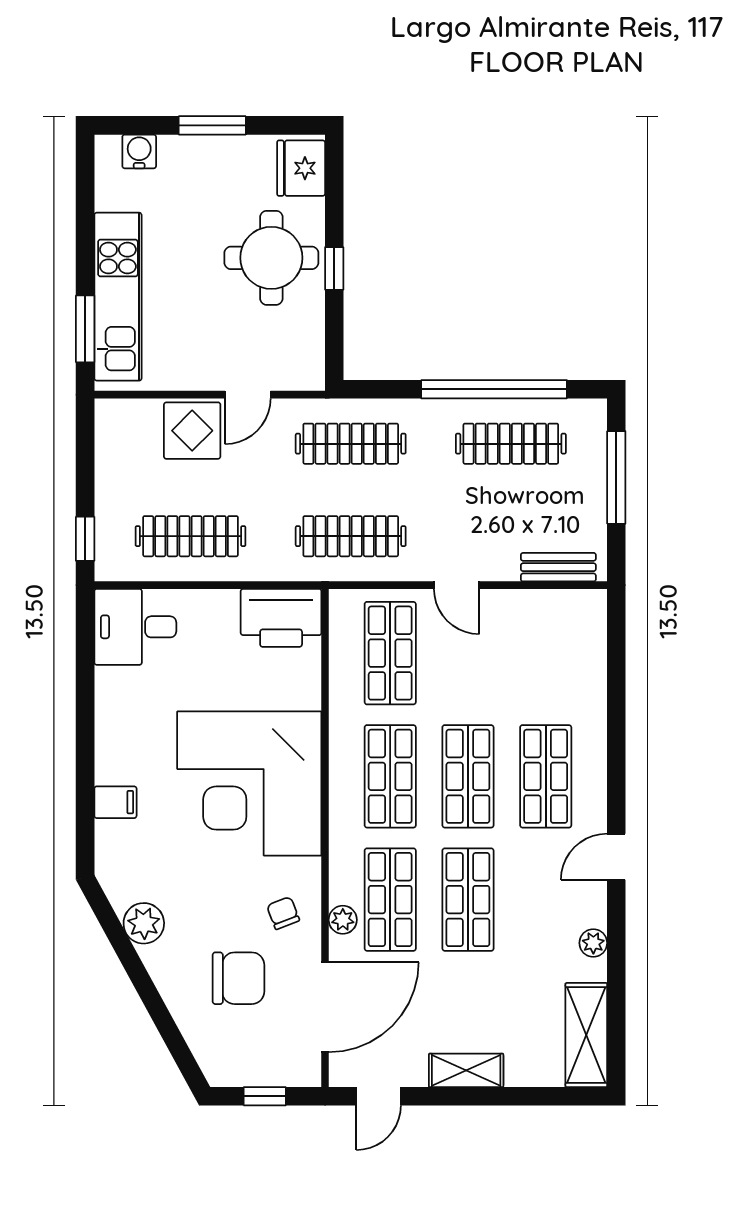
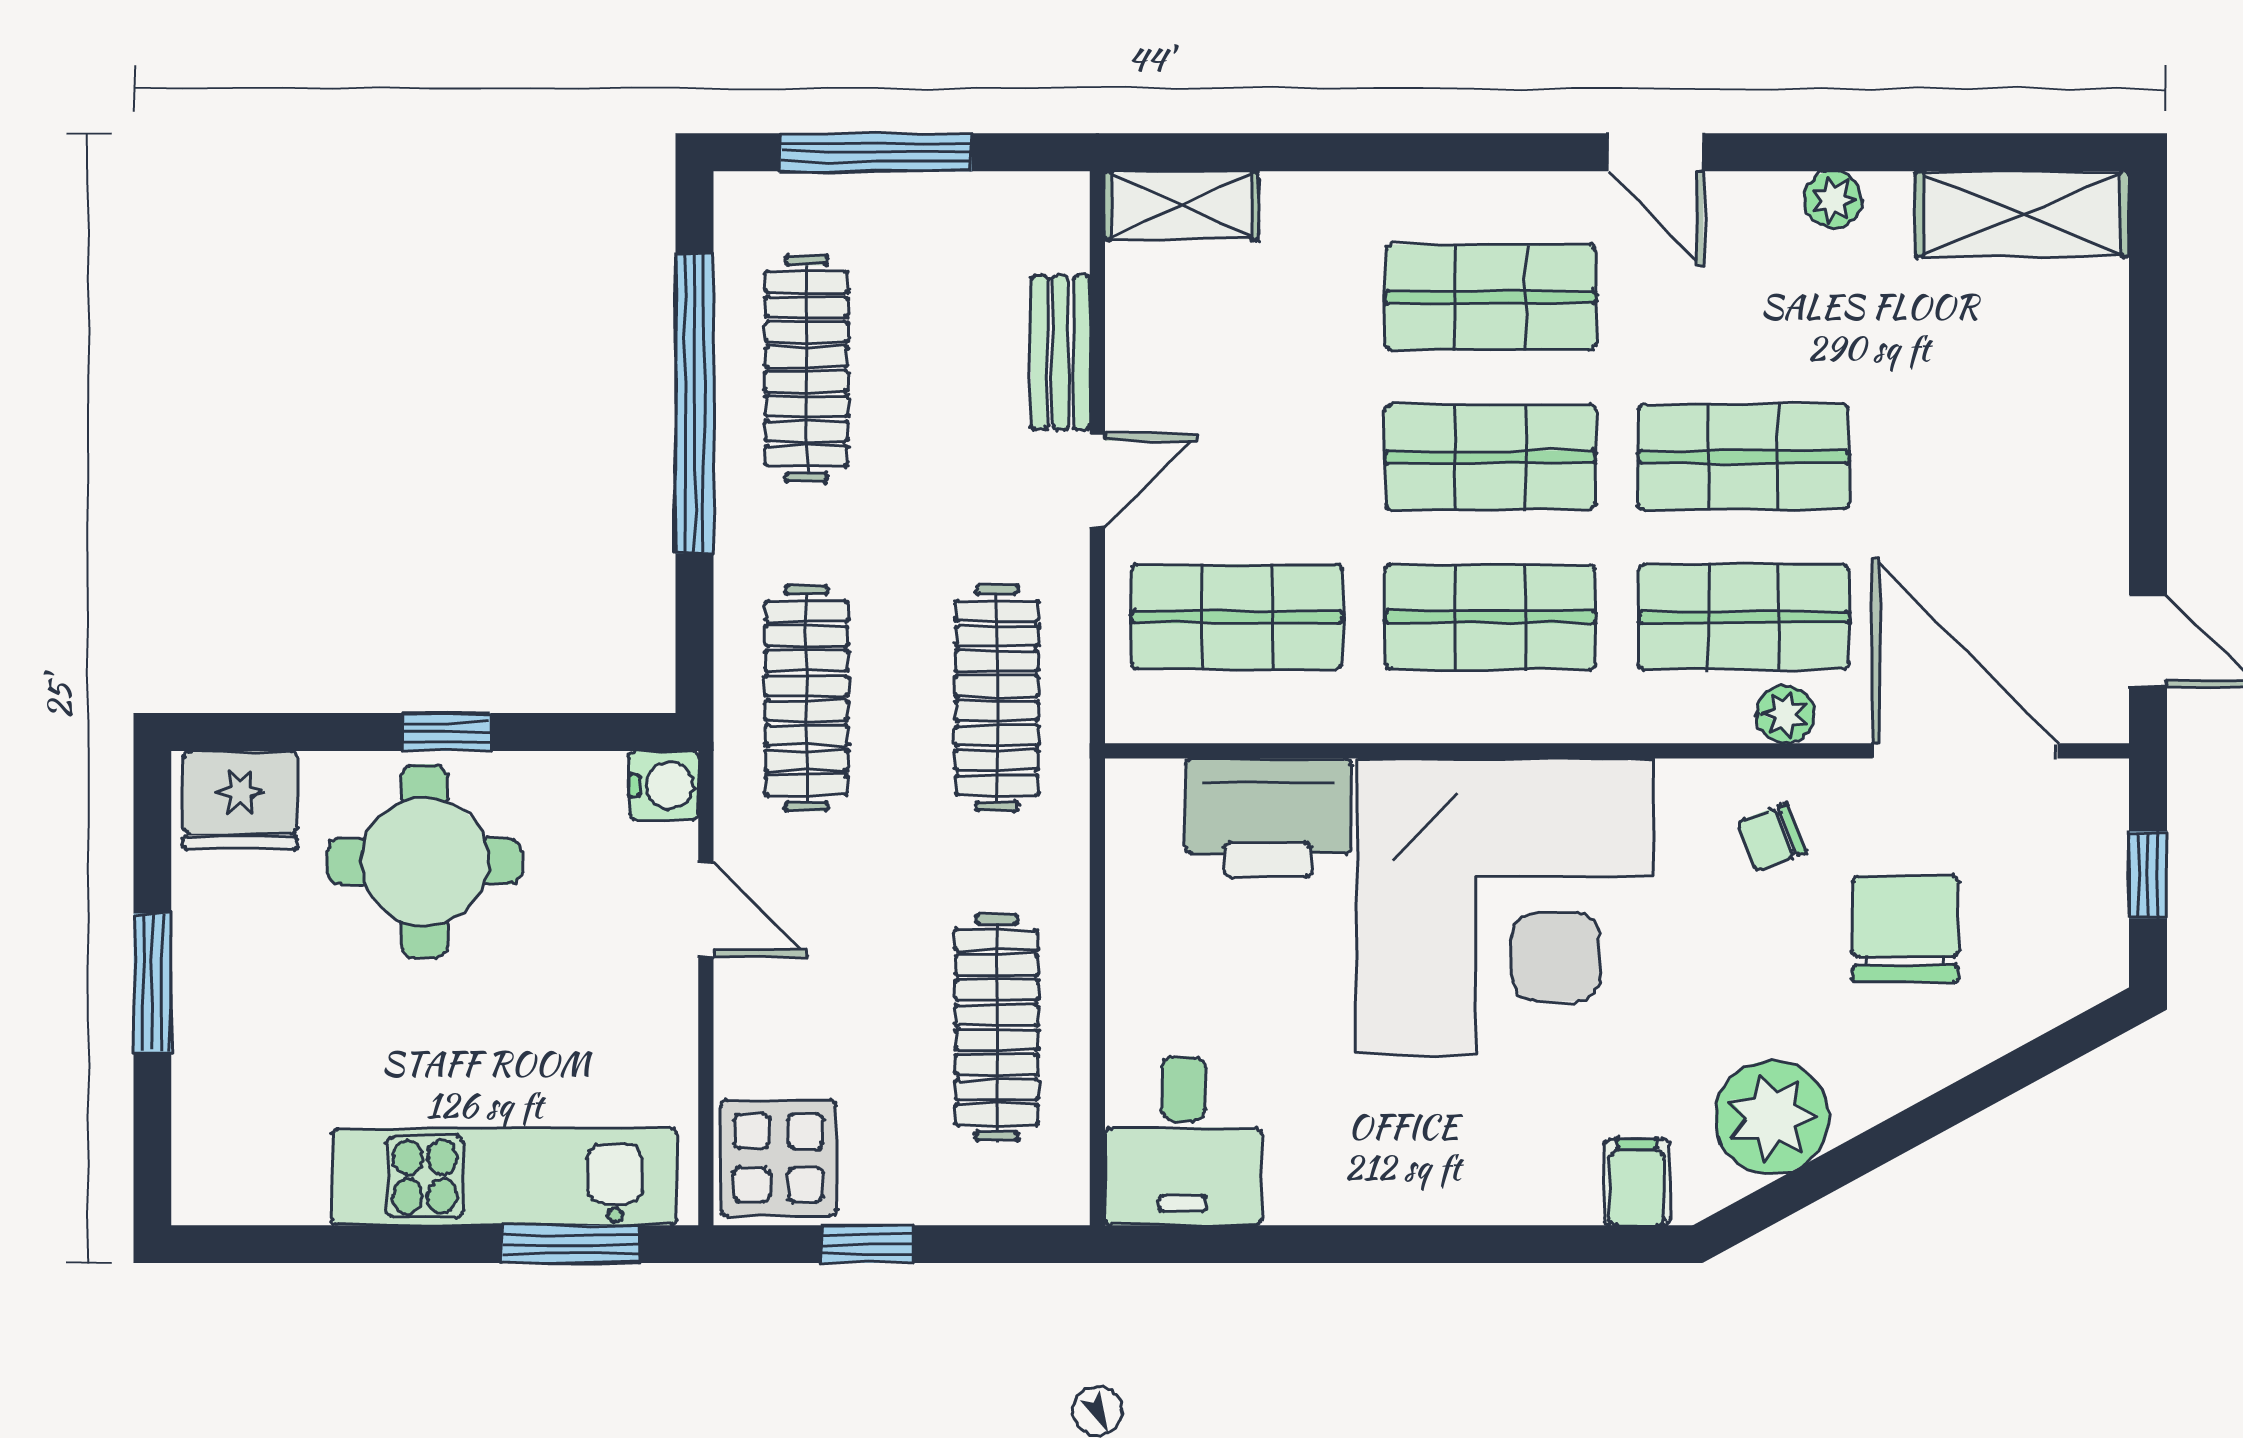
water cooler: (139, 151) -> (664, 786), moved, turned 180
display table: (192, 431) -> (779, 1158), moved
window: (85, 539) -> (867, 1244), moved
bench: (558, 567) -> (1060, 353), moved
printer: (281, 618) -> (1268, 818), moved, turned 90
filing cabinet: (115, 802) -> (1637, 1182), moved
plant: (144, 923) -> (1772, 1117), width x1.36, depth x1.36
shelving: (466, 1070) -> (1182, 205), moved, turned 90

